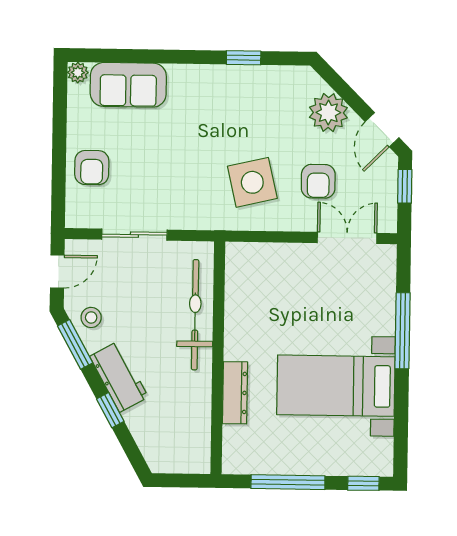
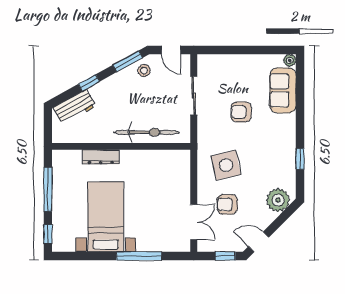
plant: (328, 113) -> (278, 200), moved
armchair: (92, 168) -> (241, 112), moved
workbench: (119, 377) -> (75, 107), moved

